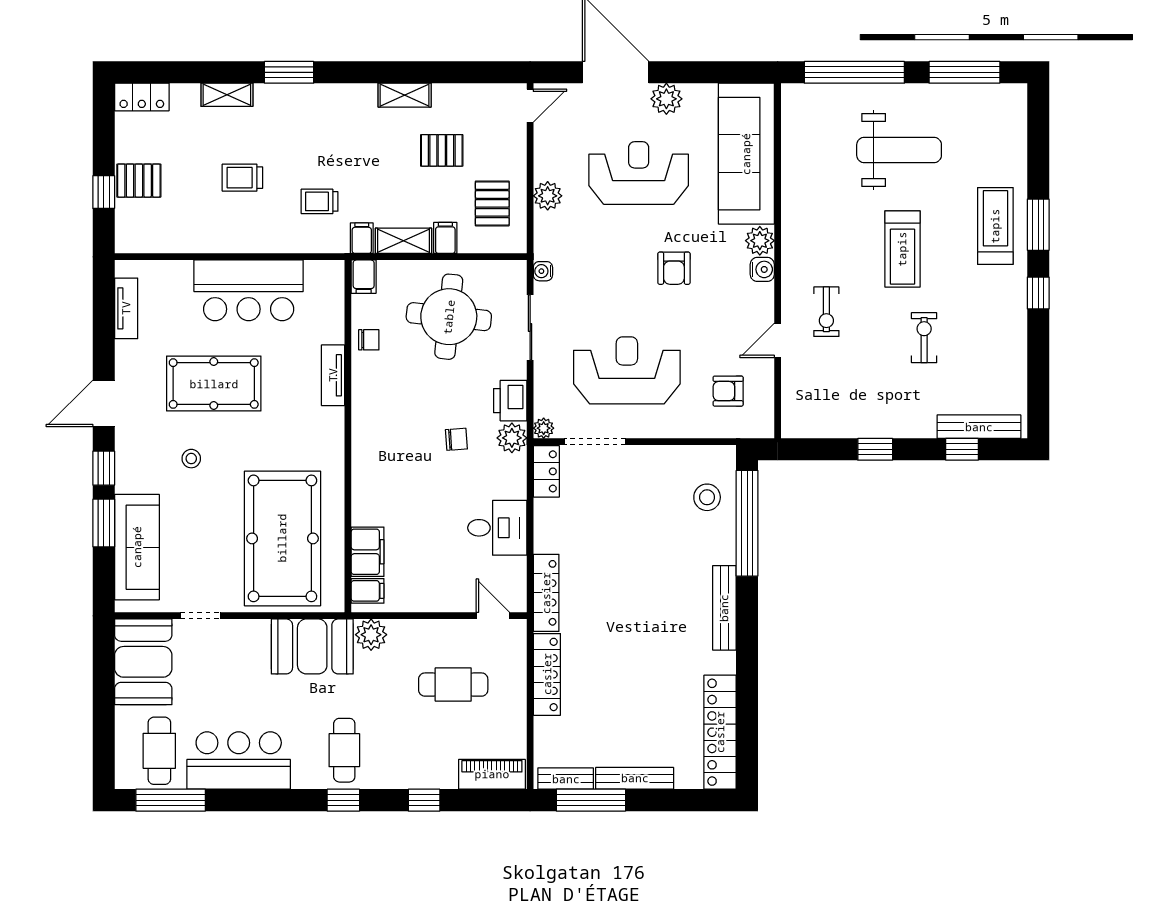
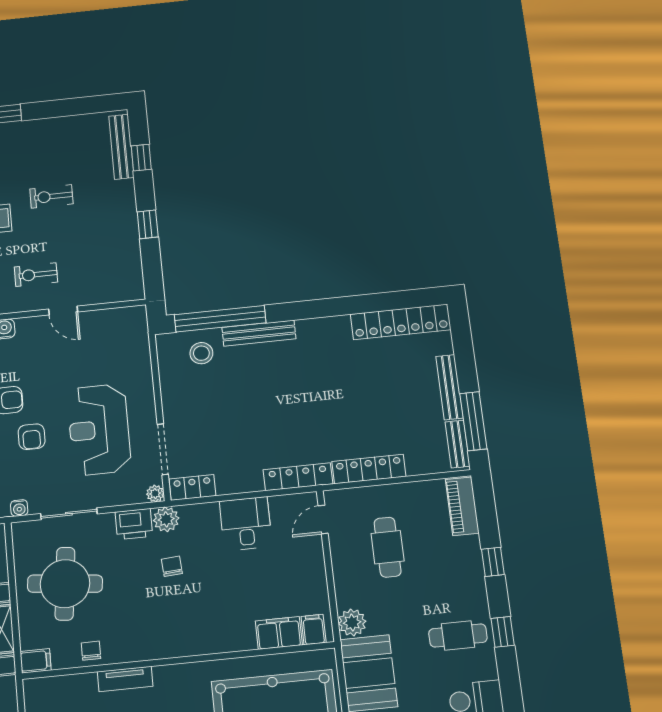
exercise bike: (826, 312) -> (36, 275), turned 180
armchair: (728, 391) -> (32, 437), moved
bench: (724, 608) -> (259, 333), moved

